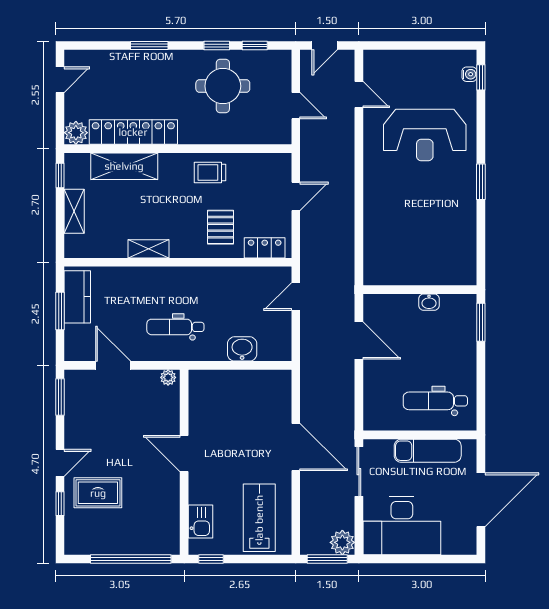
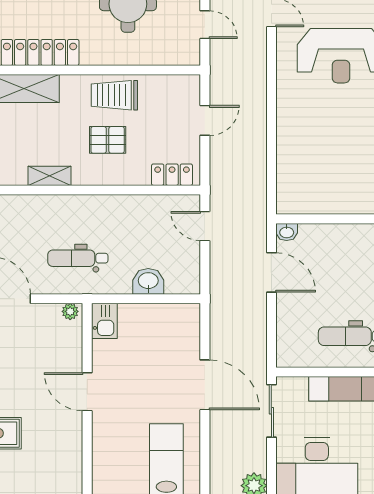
trolley: (210, 172) -> (114, 95), width x1.36, depth x1.39
pallet: (221, 227) -> (108, 140), moved, turned 90
door: (296, 297) -> (205, 226), hinge flipped
washbasin: (429, 302) -> (287, 232), moved
kitchen sink: (201, 522) -> (104, 321), moved

